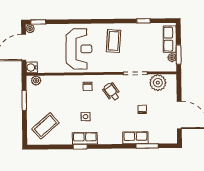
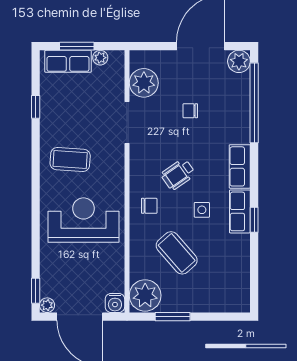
window: (179, 55) -> (77, 46), moved
plant: (36, 80) -> (145, 295), width x1.87, depth x1.87
wheelchair: (112, 92) -> (178, 174), moved
coffee table: (45, 126) -> (177, 253), moved
plant: (171, 137) -> (239, 61), added
row of seats: (135, 138) -> (240, 166), moved
window: (147, 146) -> (254, 103), width x2.11

